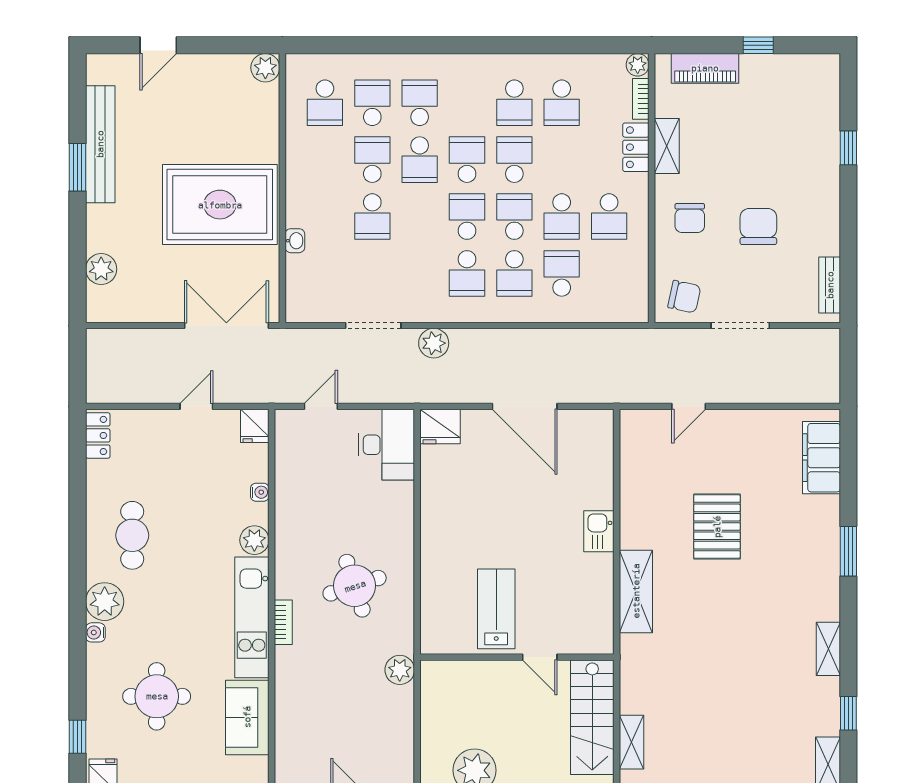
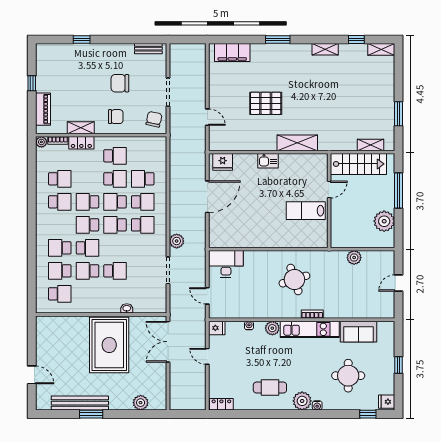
plant: (265, 68) -> (43, 323), removed
fridge: (440, 426) -> (223, 162), moved, turned 90
plant: (400, 670) -> (354, 258), moved

